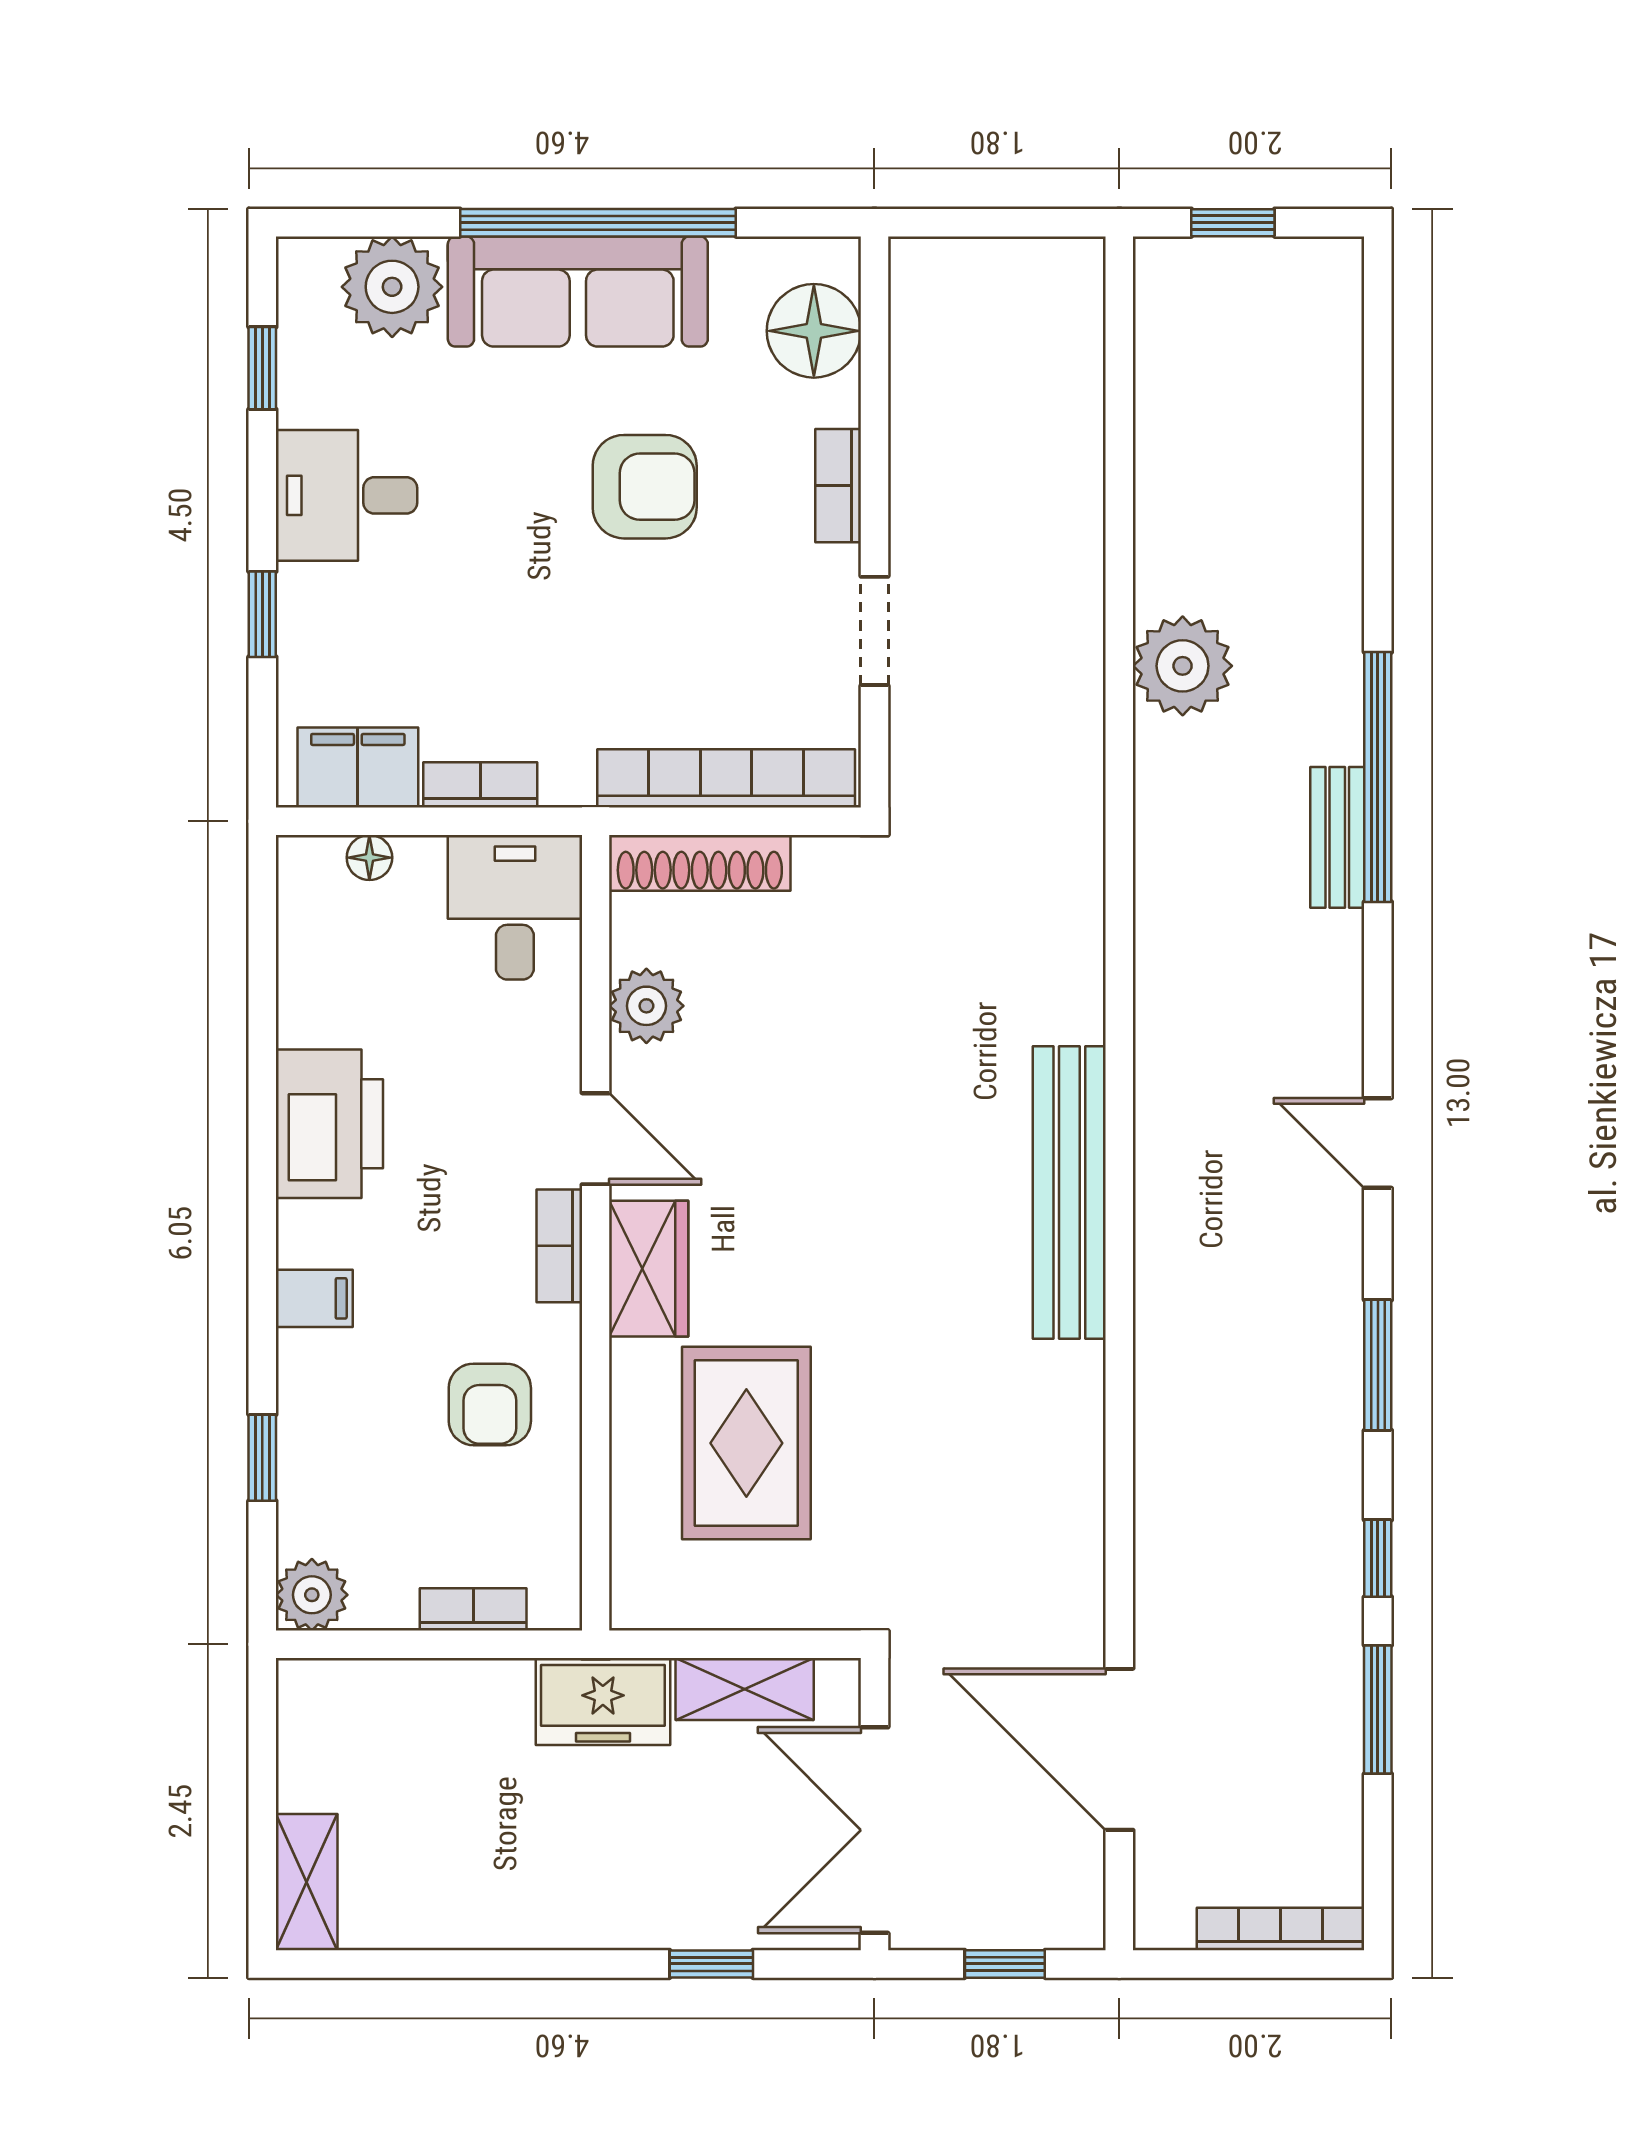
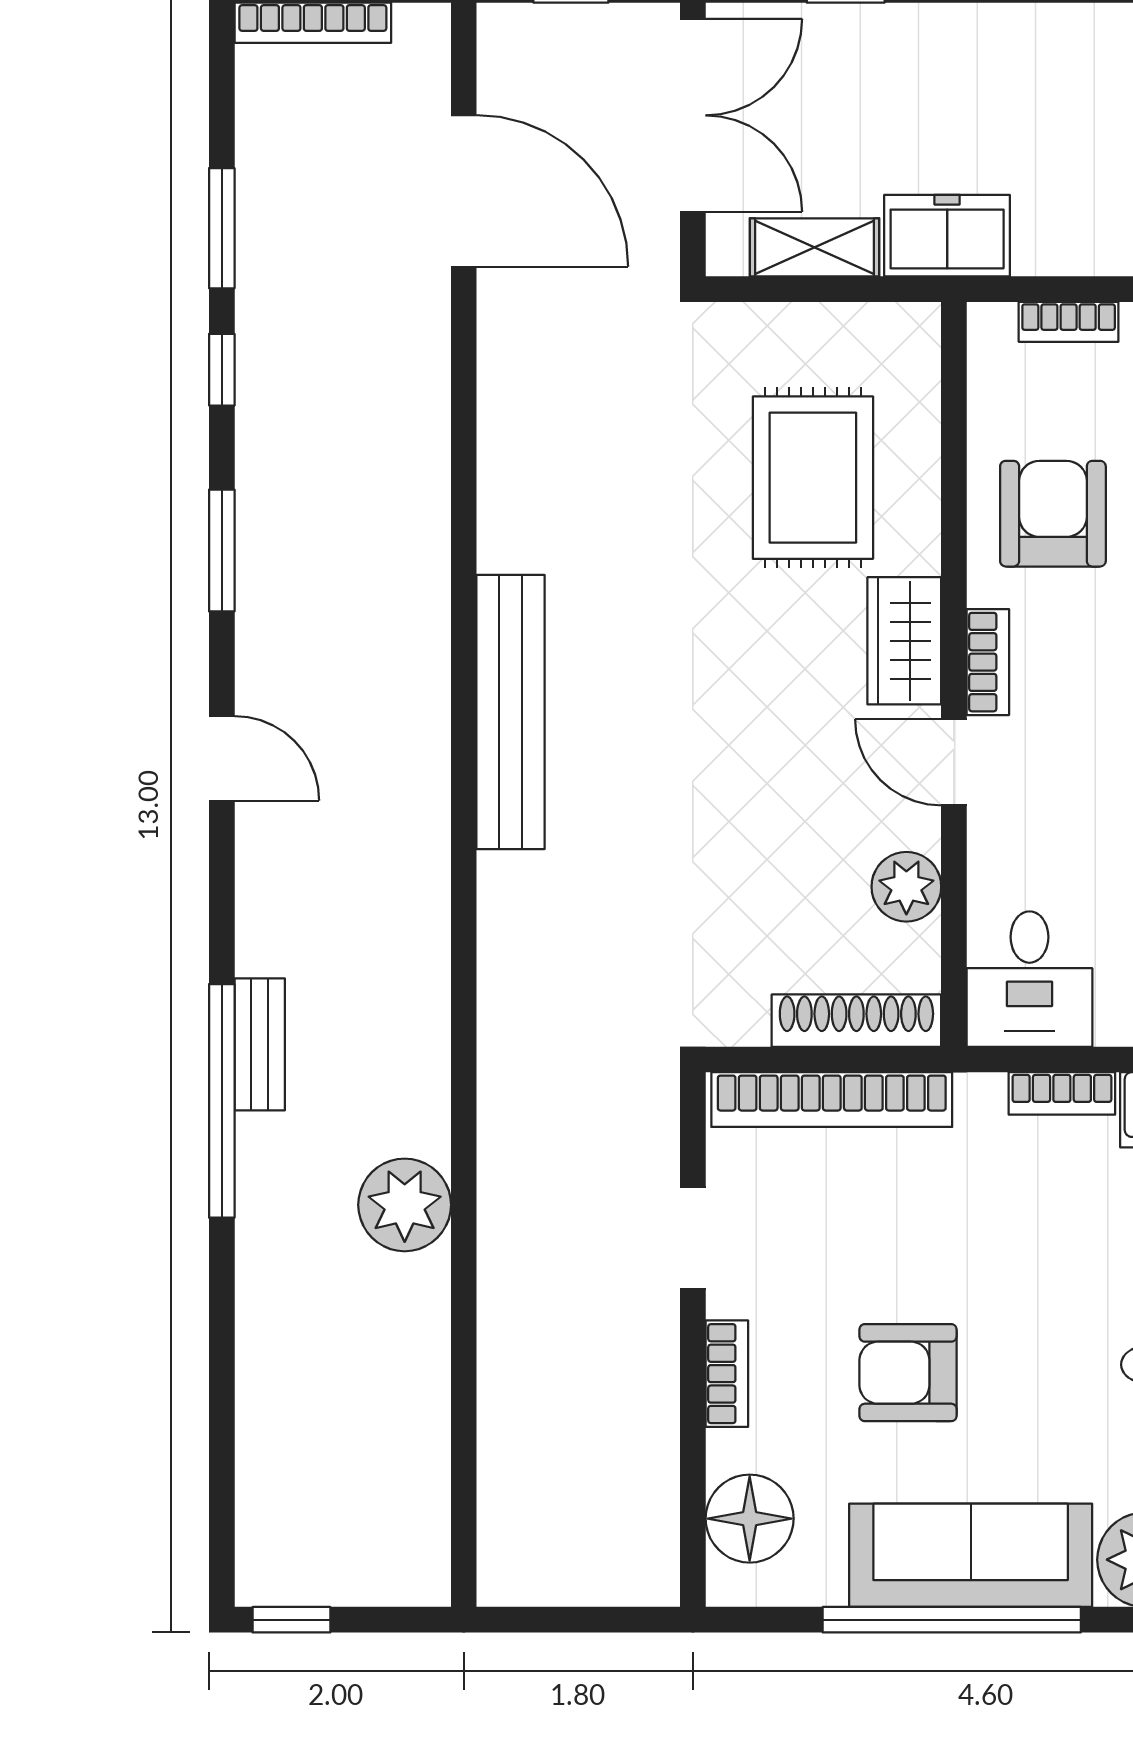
window: (1233, 223) -> (291, 1620), moved
armchair: (490, 1404) -> (1053, 514), width x1.38, depth x1.38

